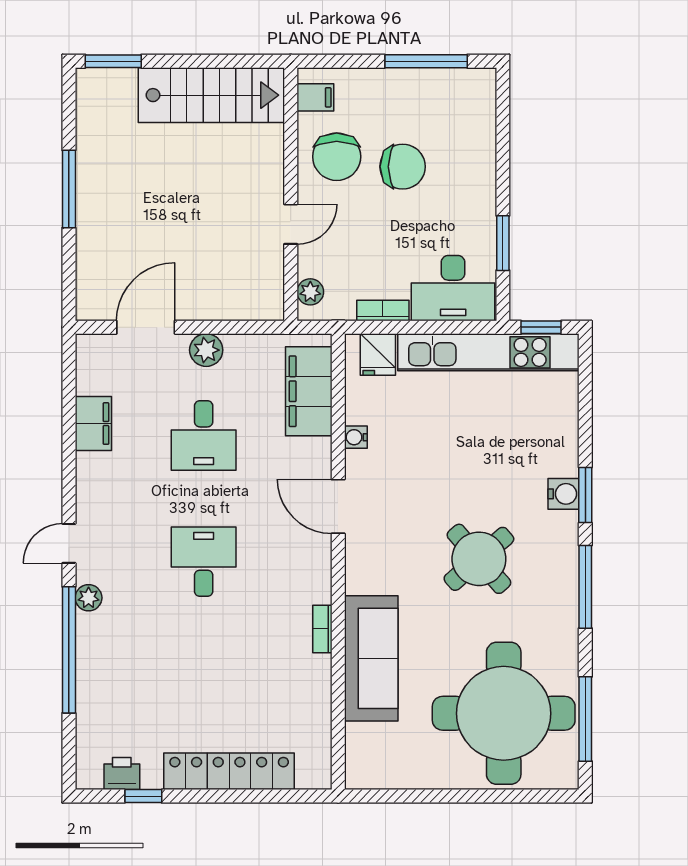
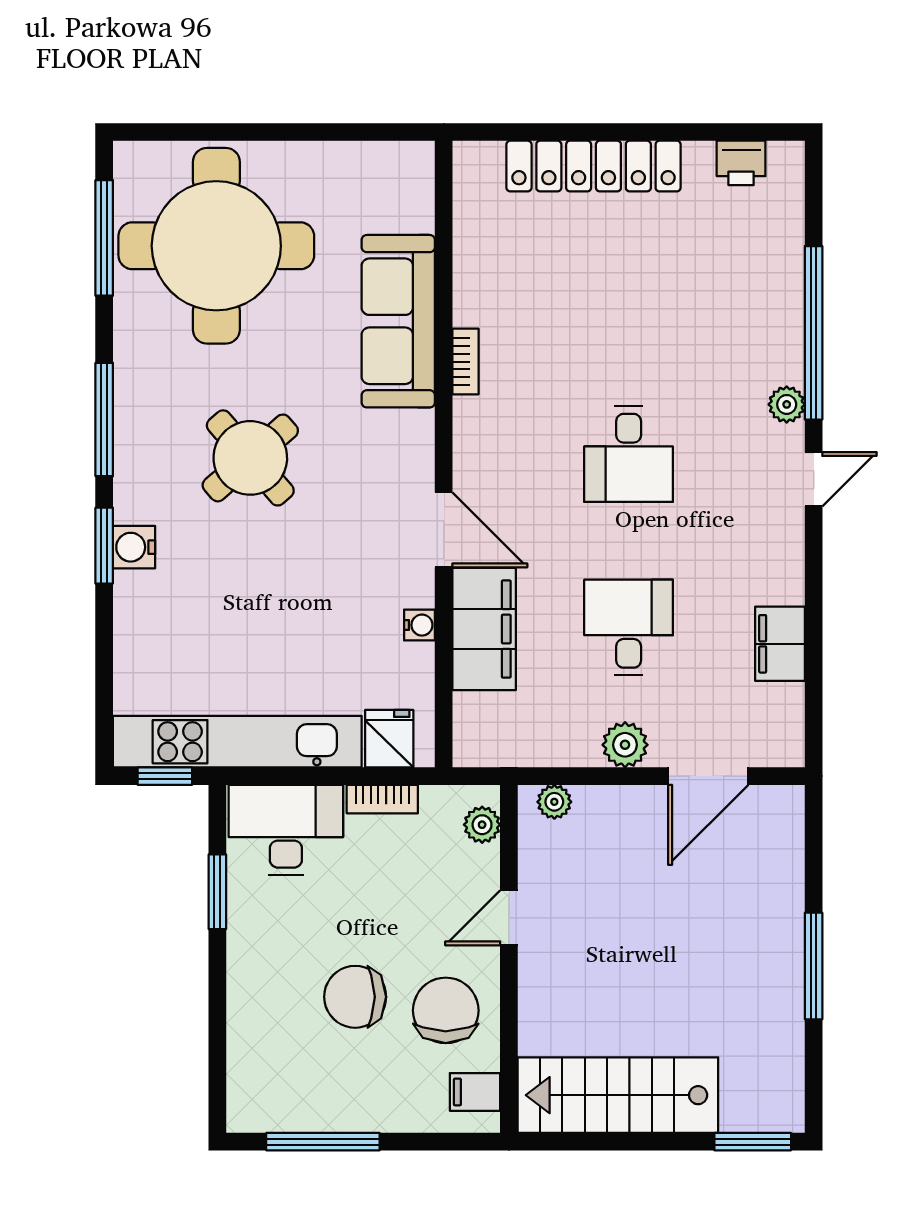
plant: (258, 309) -> (554, 802), added
filing cabinet: (309, 391) -> (484, 629), moved
window: (143, 796) -> (711, 132), removed

